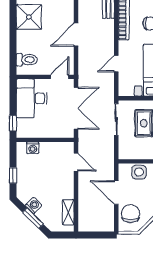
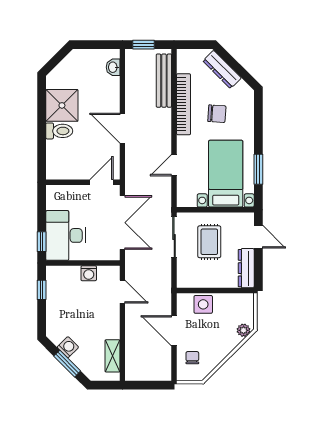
door: (76, 35) -> (122, 128), hinge flipped
toilet: (27, 60) -> (59, 131), moved
desk: (32, 98) -> (66, 235), moved
washing machine: (33, 148) -> (89, 273), moved
window: (13, 175) -> (42, 290), moved
chair: (131, 214) -> (192, 358), width x0.54, depth x0.54

